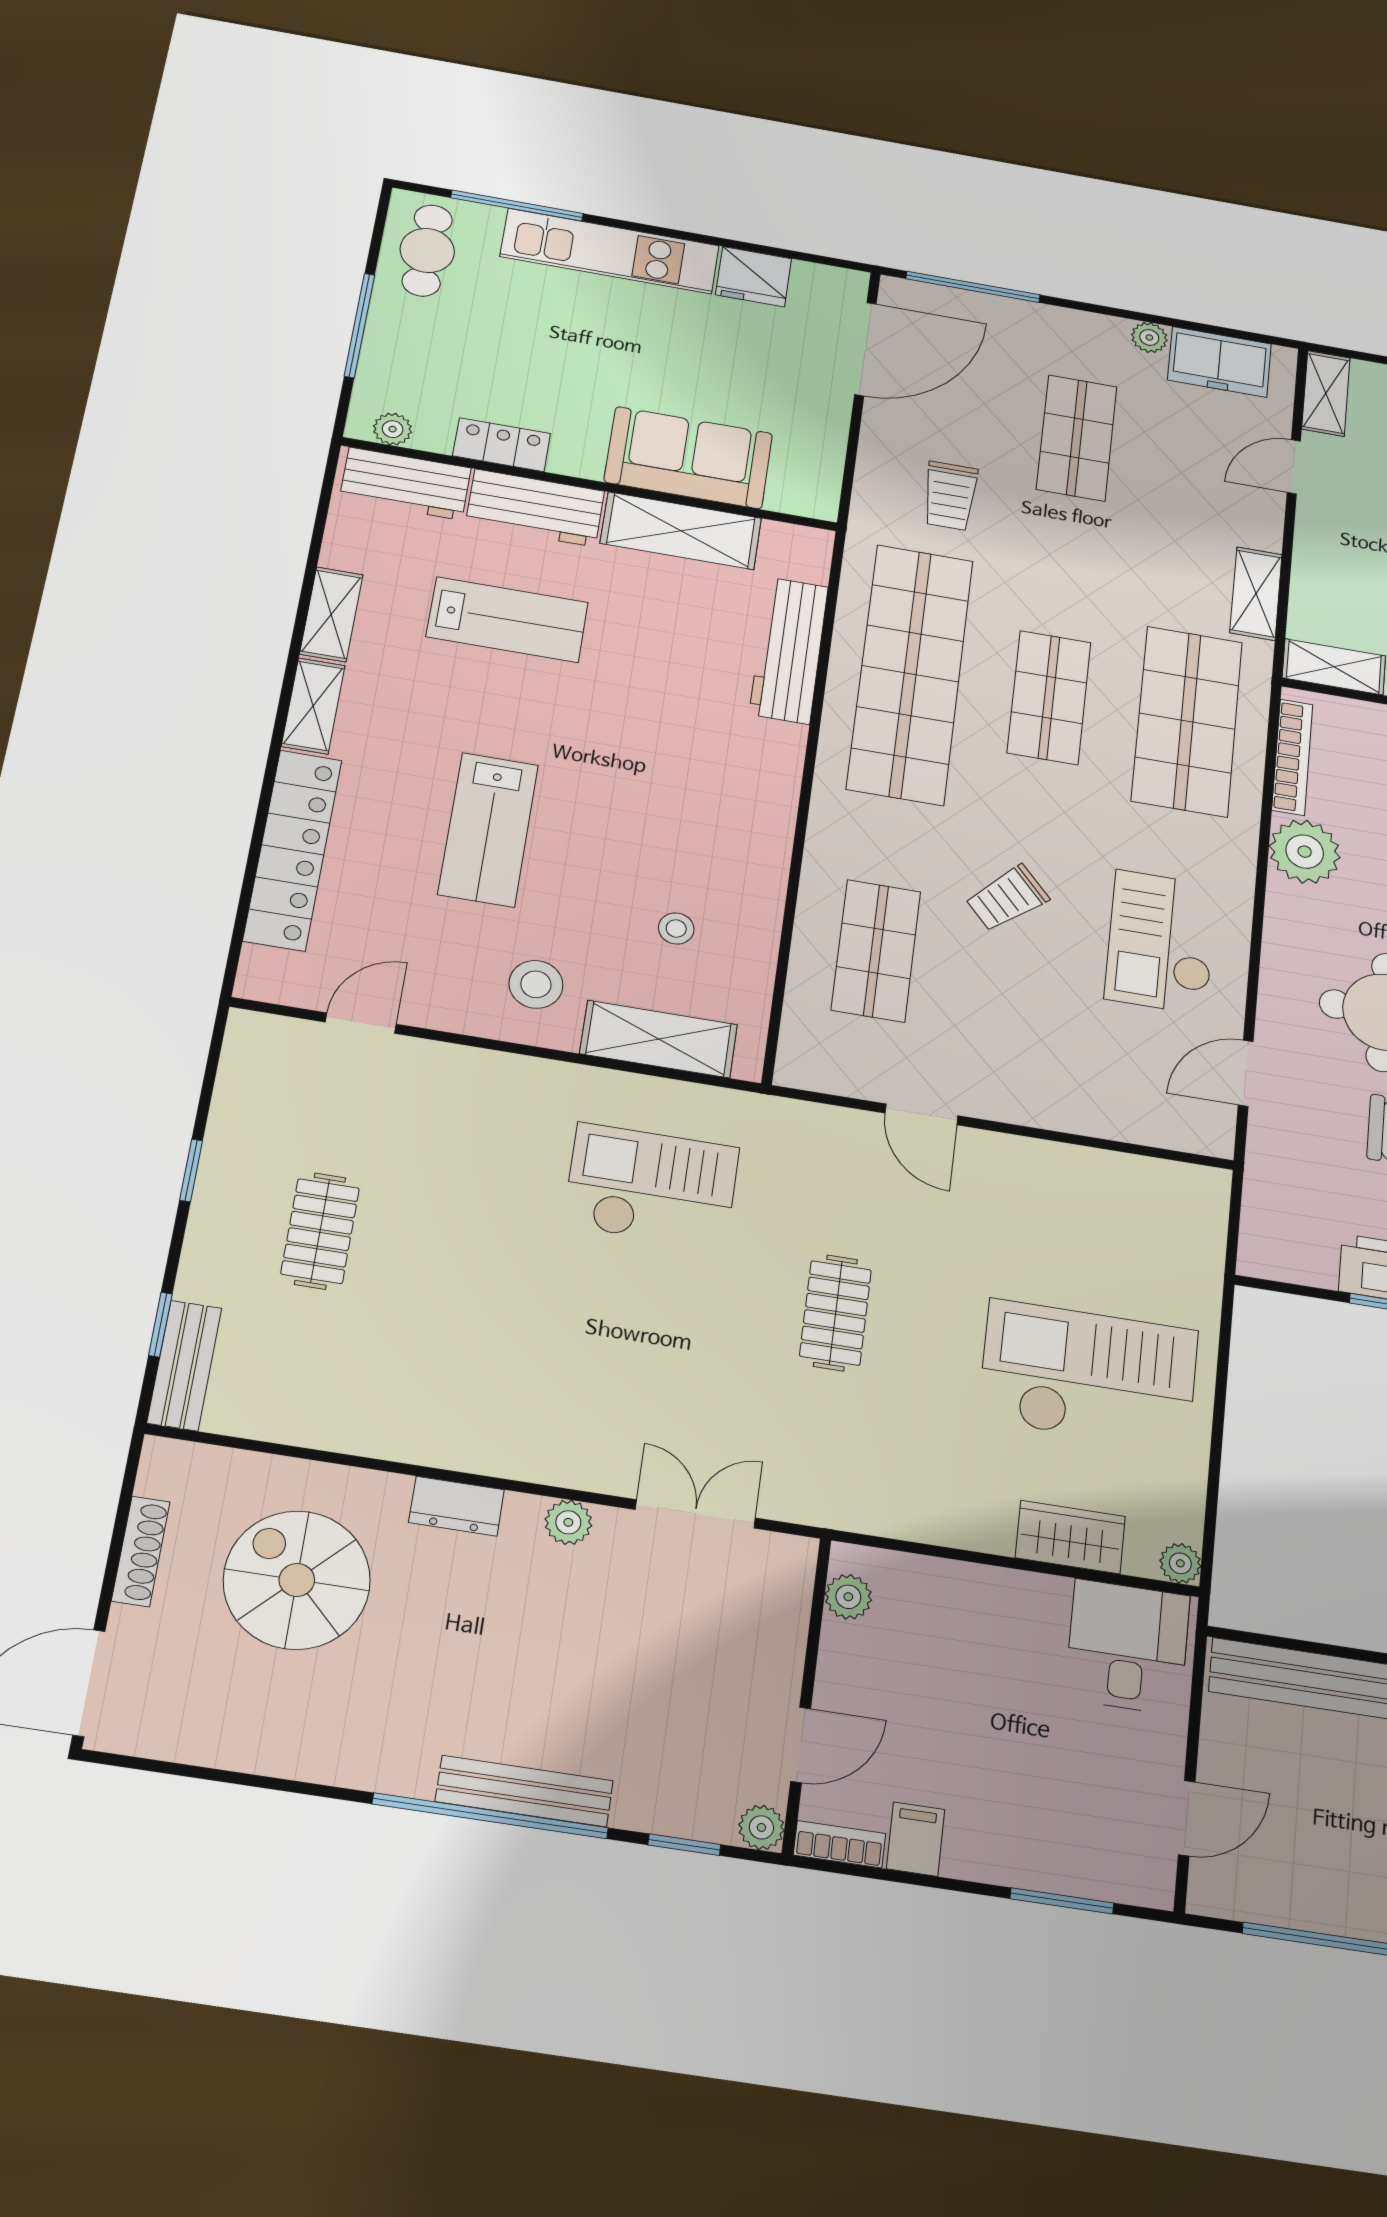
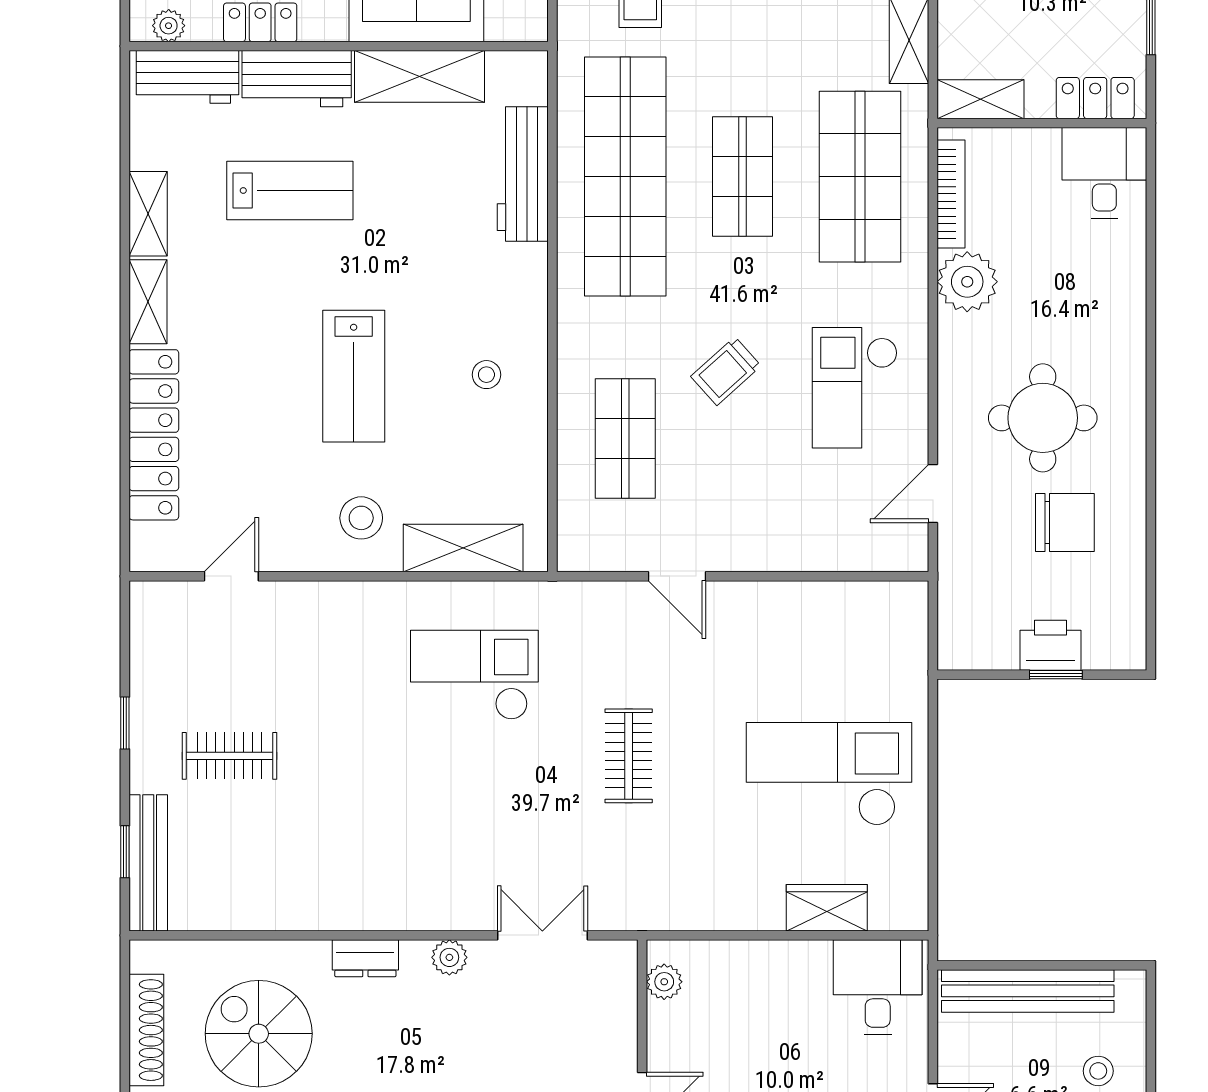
lab bench: (488, 830) -> (354, 376), moved
stool: (676, 928) -> (486, 375), moved
clothes rail: (320, 1231) -> (230, 756), turned 90
bench: (184, 1365) -> (148, 863), width x1.36
shoe rack: (141, 1551) -> (146, 1030), width x1.36, depth x1.24
plant: (1180, 1563) -> (912, 915), removed

